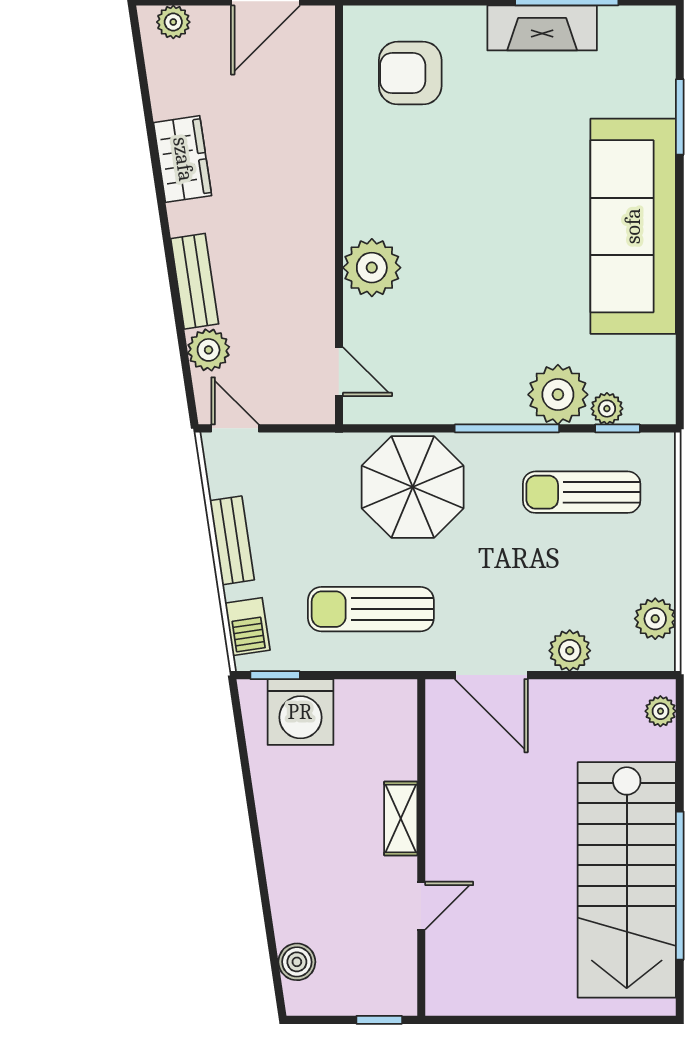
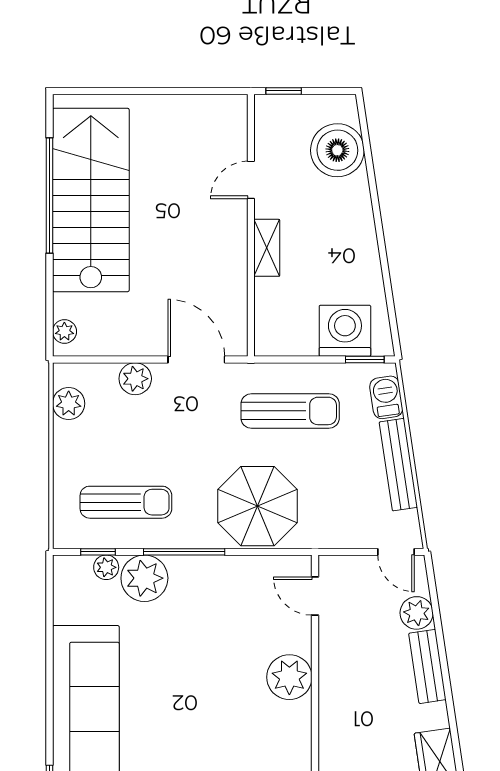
bench: (232, 540) -> (398, 465), width x1.36
boiler: (297, 962) -> (337, 150), width x1.86, depth x1.86

